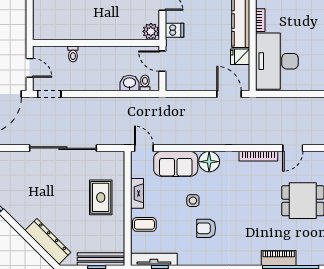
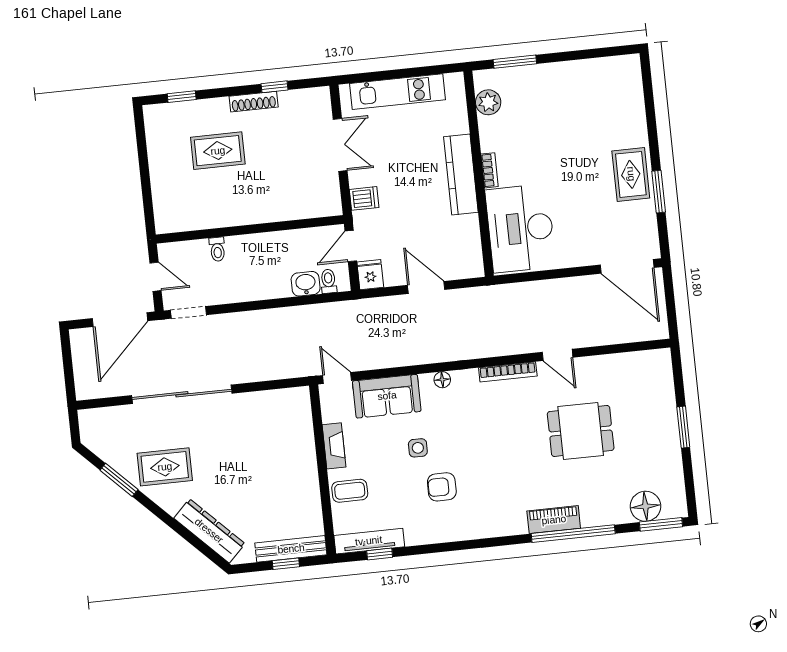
plant: (151, 31) -> (329, 204), removed
fridge: (240, 57) -> (370, 275), moved, turned 90
door: (162, 61) -> (351, 246), hinge flipped
door: (229, 94) -> (426, 287), moved
sliding door: (63, 148) -> (182, 394), moved
door: (293, 148) -> (558, 355), hinge flipped
floor lamp: (209, 162) -> (442, 380), width x0.53, depth x0.53
rug: (101, 197) -> (165, 467), moved, turned 90

